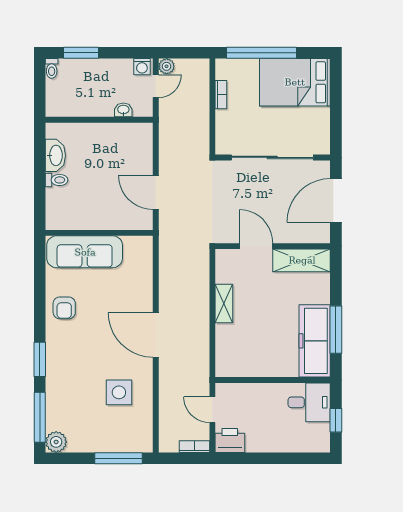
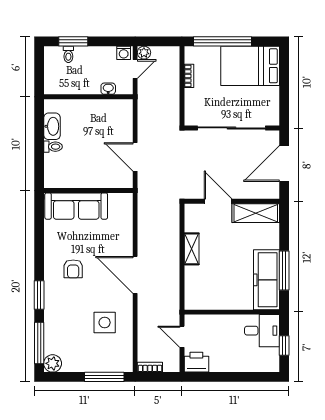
toilet: (52, 68) -> (68, 54), moved
armchair: (64, 308) -> (73, 269), moved
bookcase: (194, 447) -> (150, 367), moved

